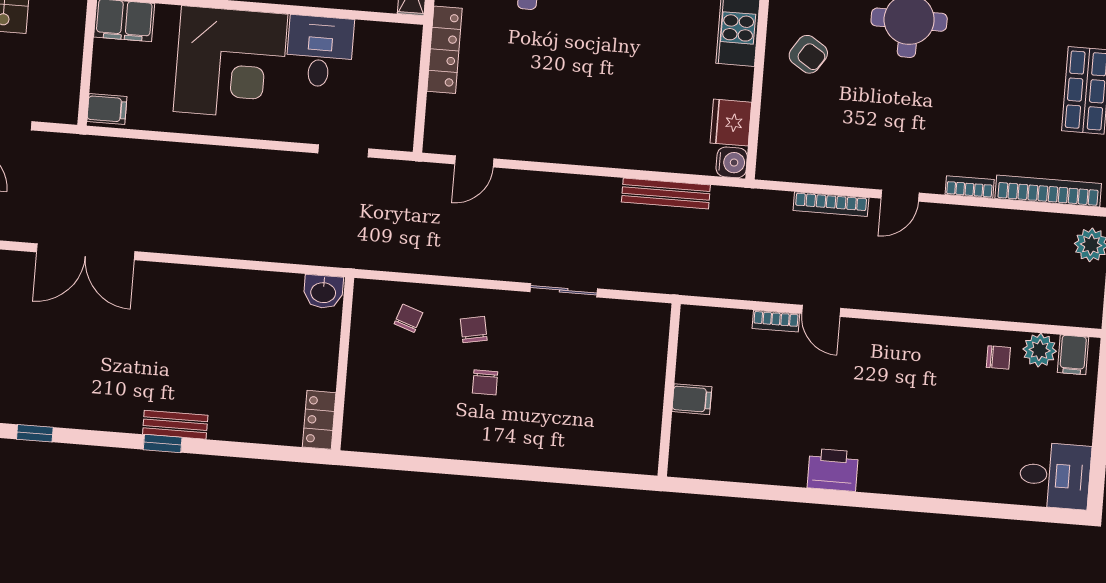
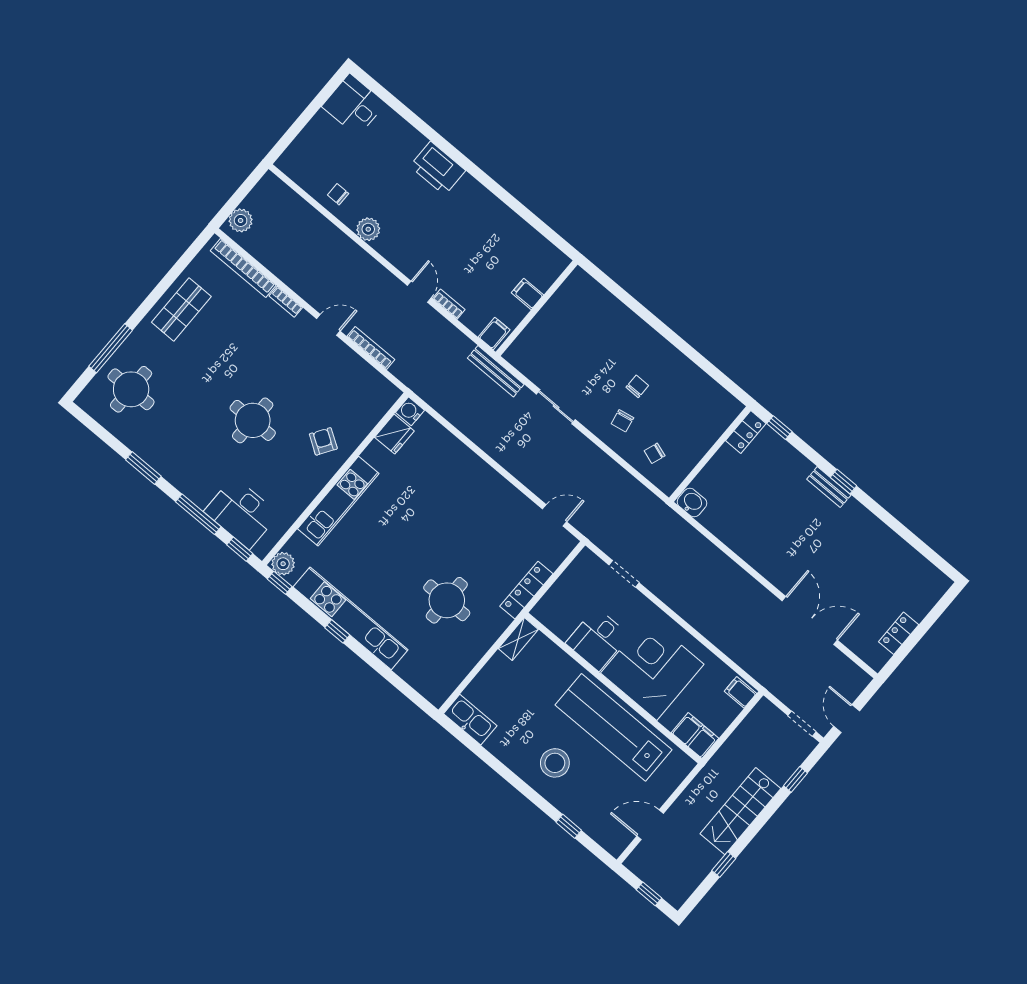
bench: (666, 194) -> (496, 371), moved
plant: (1040, 350) -> (368, 229), moved
filing cabinet: (1073, 355) -> (494, 333), moved
window: (35, 433) -> (779, 428), moved
printer: (833, 470) -> (438, 168), moved, width x1.37, depth x1.19

